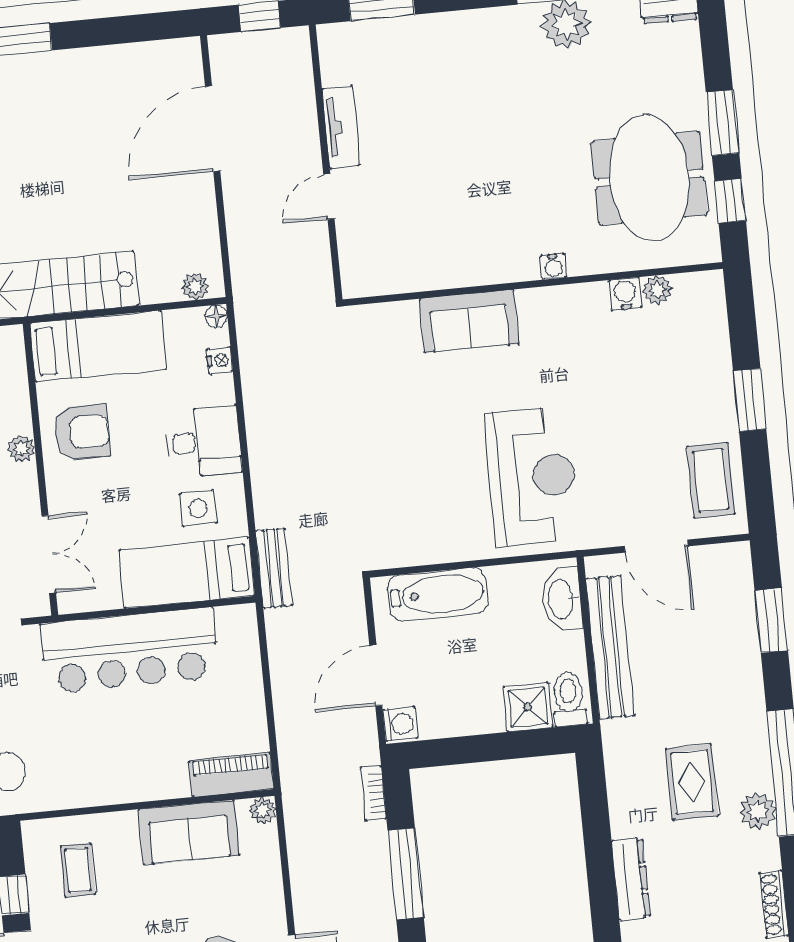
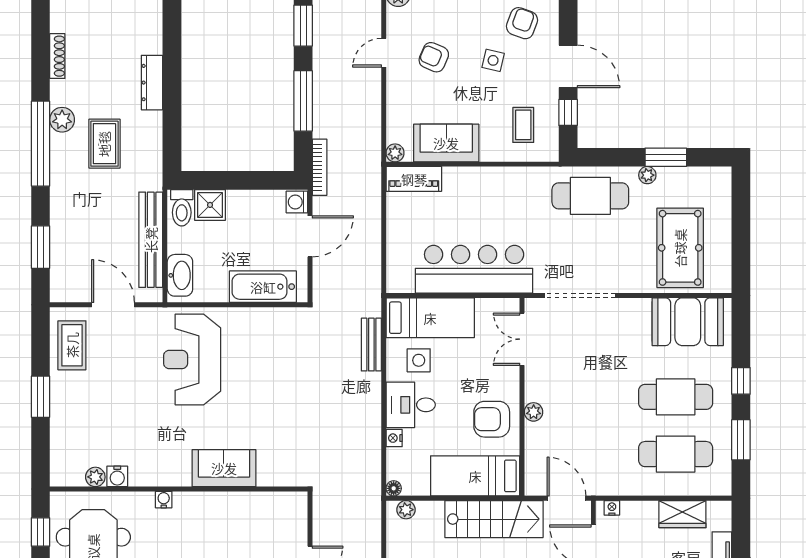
nightstand: (220, 360) -> (394, 438), moved
bench: (274, 568) -> (371, 345), moved
bookcase: (373, 793) -> (320, 167), width x1.56

